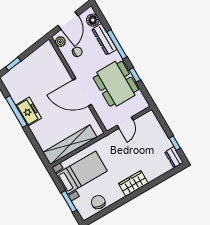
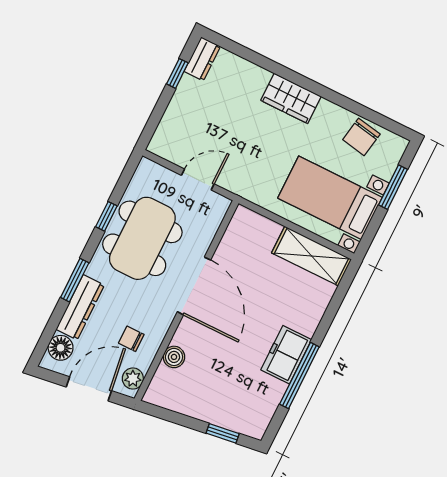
window: (117, 44) -> (75, 280), width x0.69
boiler: (58, 65) -> (174, 357), added
shelving: (70, 145) -> (312, 256), width x0.68

